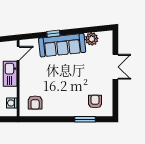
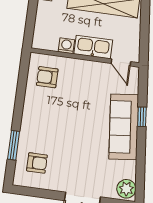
plant: (92, 39) -> (126, 189), moved
washing machine: (12, 103) -> (66, 46), moved

